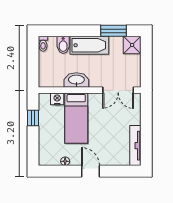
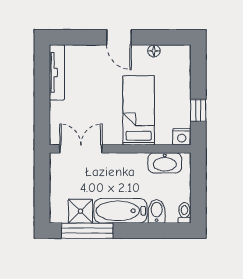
window: (113, 31) -> (87, 231), width x1.44
shower: (132, 45) -> (80, 211), moved
washbasin: (76, 80) -> (165, 163), moved
nightstand: (57, 99) -> (182, 137), moved

